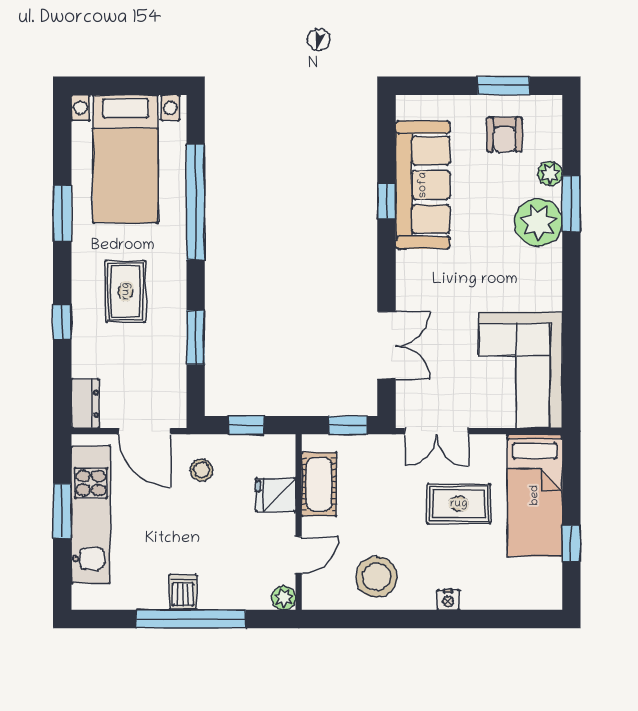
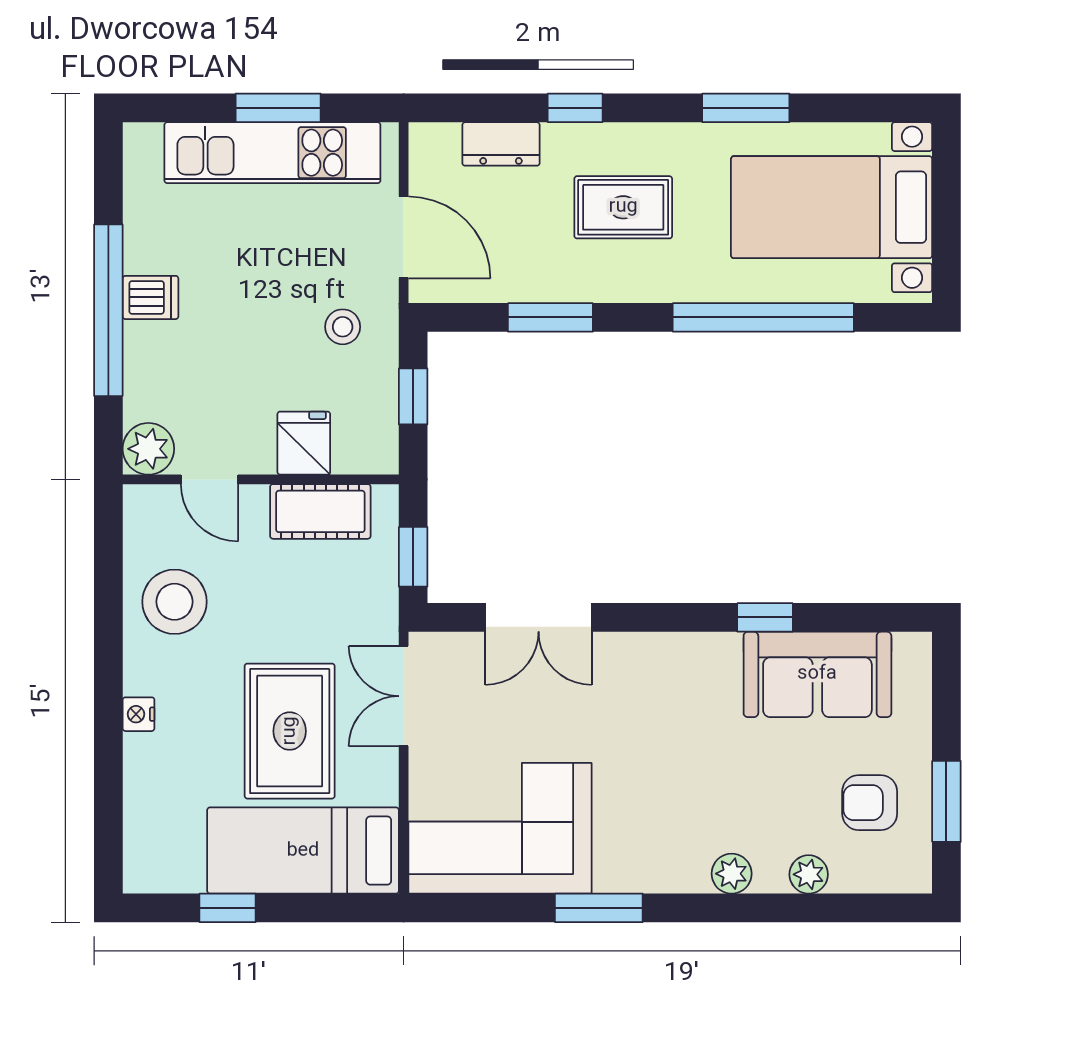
sofa: (423, 185) -> (817, 674), width x0.73
window: (571, 204) -> (599, 908), moved
plant: (538, 222) -> (732, 874), width x0.53, depth x0.53
dresser: (85, 404) -> (501, 144), moved
door: (145, 431) -> (404, 237), swing flipped
rug: (459, 504) -> (290, 731), width x1.36, depth x1.43
plant: (284, 598) -> (148, 449), width x1.38, depth x1.38

